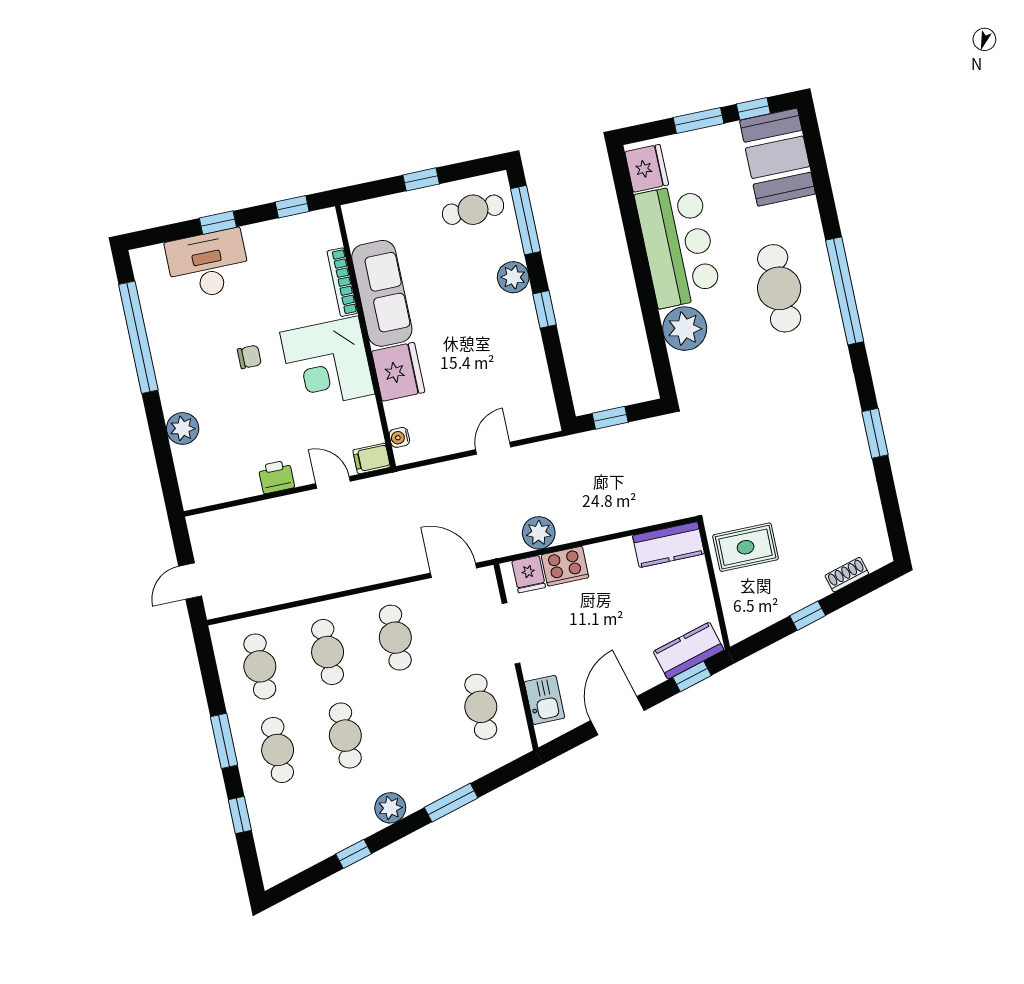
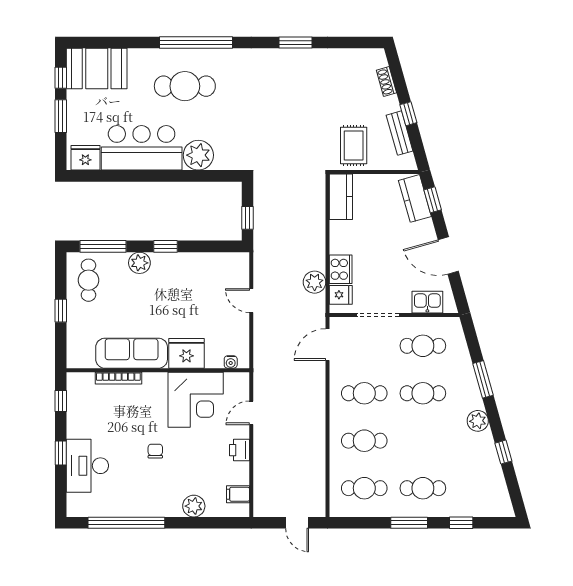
corner desk: (327, 363) -> (196, 400), moved
filing cabinet: (372, 459) -> (238, 494), moved, turned 90
bench: (777, 609) -> (400, 133), added
cafe table: (345, 736) -> (423, 393), moved

